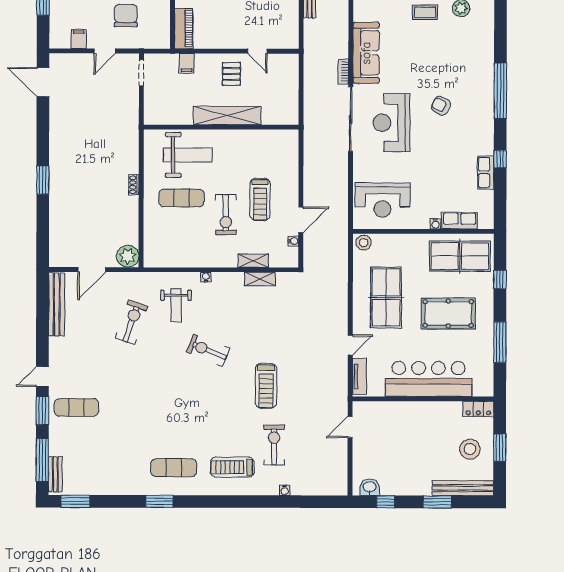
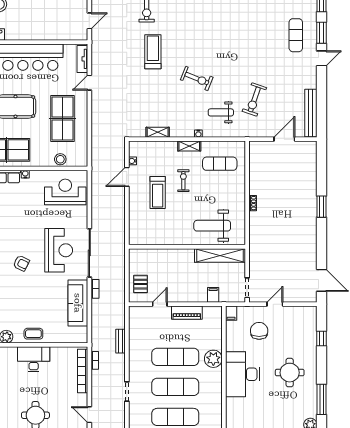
chair: (126, 15) -> (259, 331), turned 180
piano: (184, 29) -> (187, 313), moved, turned -90
filing cabinet: (79, 39) -> (231, 313), moved
door: (257, 51) -> (160, 304), hinge flipped
pallet: (231, 74) -> (141, 284), moved
shelving: (227, 116) -> (220, 255), moved
exercise mat: (181, 198) -> (220, 164), moved
treadmill: (260, 199) -> (158, 192), turned 180
exercise bike: (226, 215) -> (183, 181), width x0.73, depth x0.72
stool: (364, 243) -> (60, 159), moved
plant: (128, 256) -> (257, 149), removed
shelving: (253, 261) -> (189, 146), moved
weight bench: (176, 305) -> (221, 112), turned -90
exercise mat: (76, 407) -> (296, 35), turned 90

